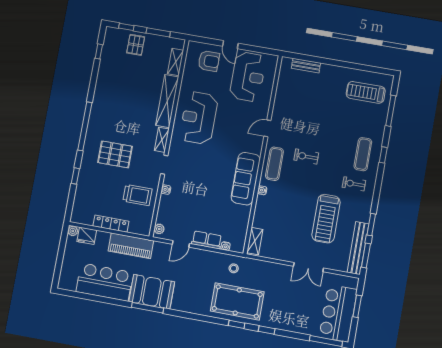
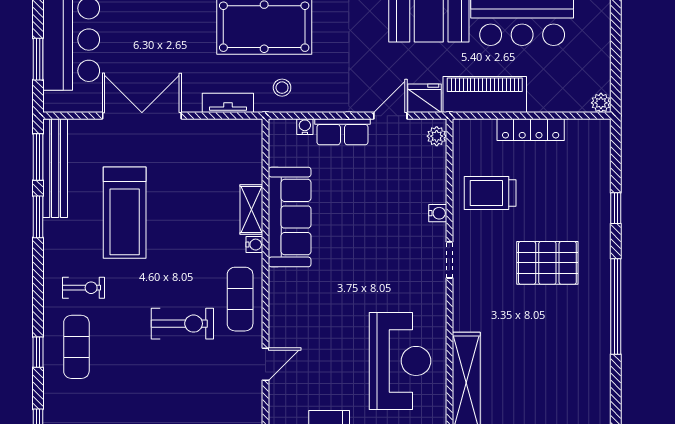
shelving: (162, 140) -> (463, 307), removed
exercise bike: (306, 157) -> (182, 324), width x1.38, depth x1.39
sofa: (246, 179) -> (290, 217), moved
treadmill: (326, 219) -> (125, 213), turned 180
fridge: (87, 236) -> (425, 98), moved
shelving: (255, 241) -> (251, 209), moved
tv unit: (263, 266) -> (228, 103), added
double door: (308, 267) -> (142, 116), width x1.37

